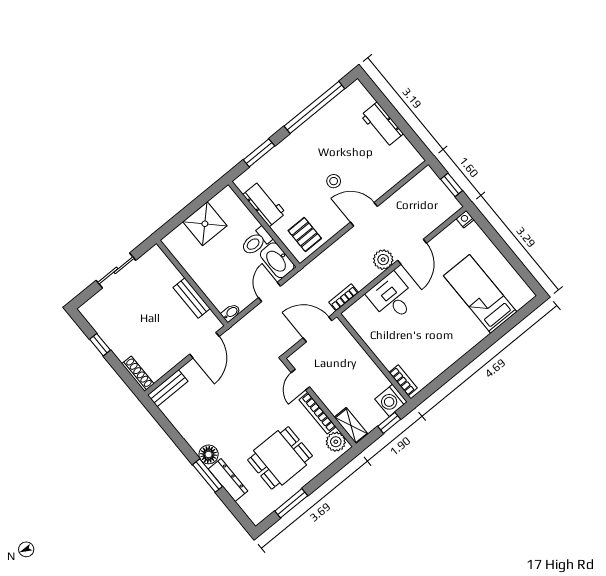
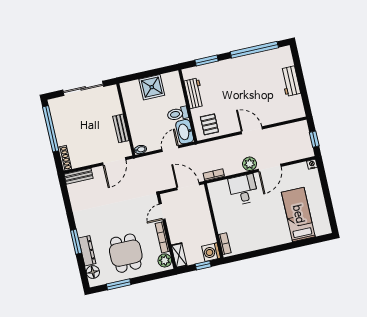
stool: (334, 181) -> (243, 101), removed
sliding door: (116, 270) -> (83, 88), width x1.37
window: (100, 345) -> (51, 129), width x3.17
floor lamp: (209, 454) -> (93, 272), moved
dining table: (280, 458) -> (126, 253), turned 90

